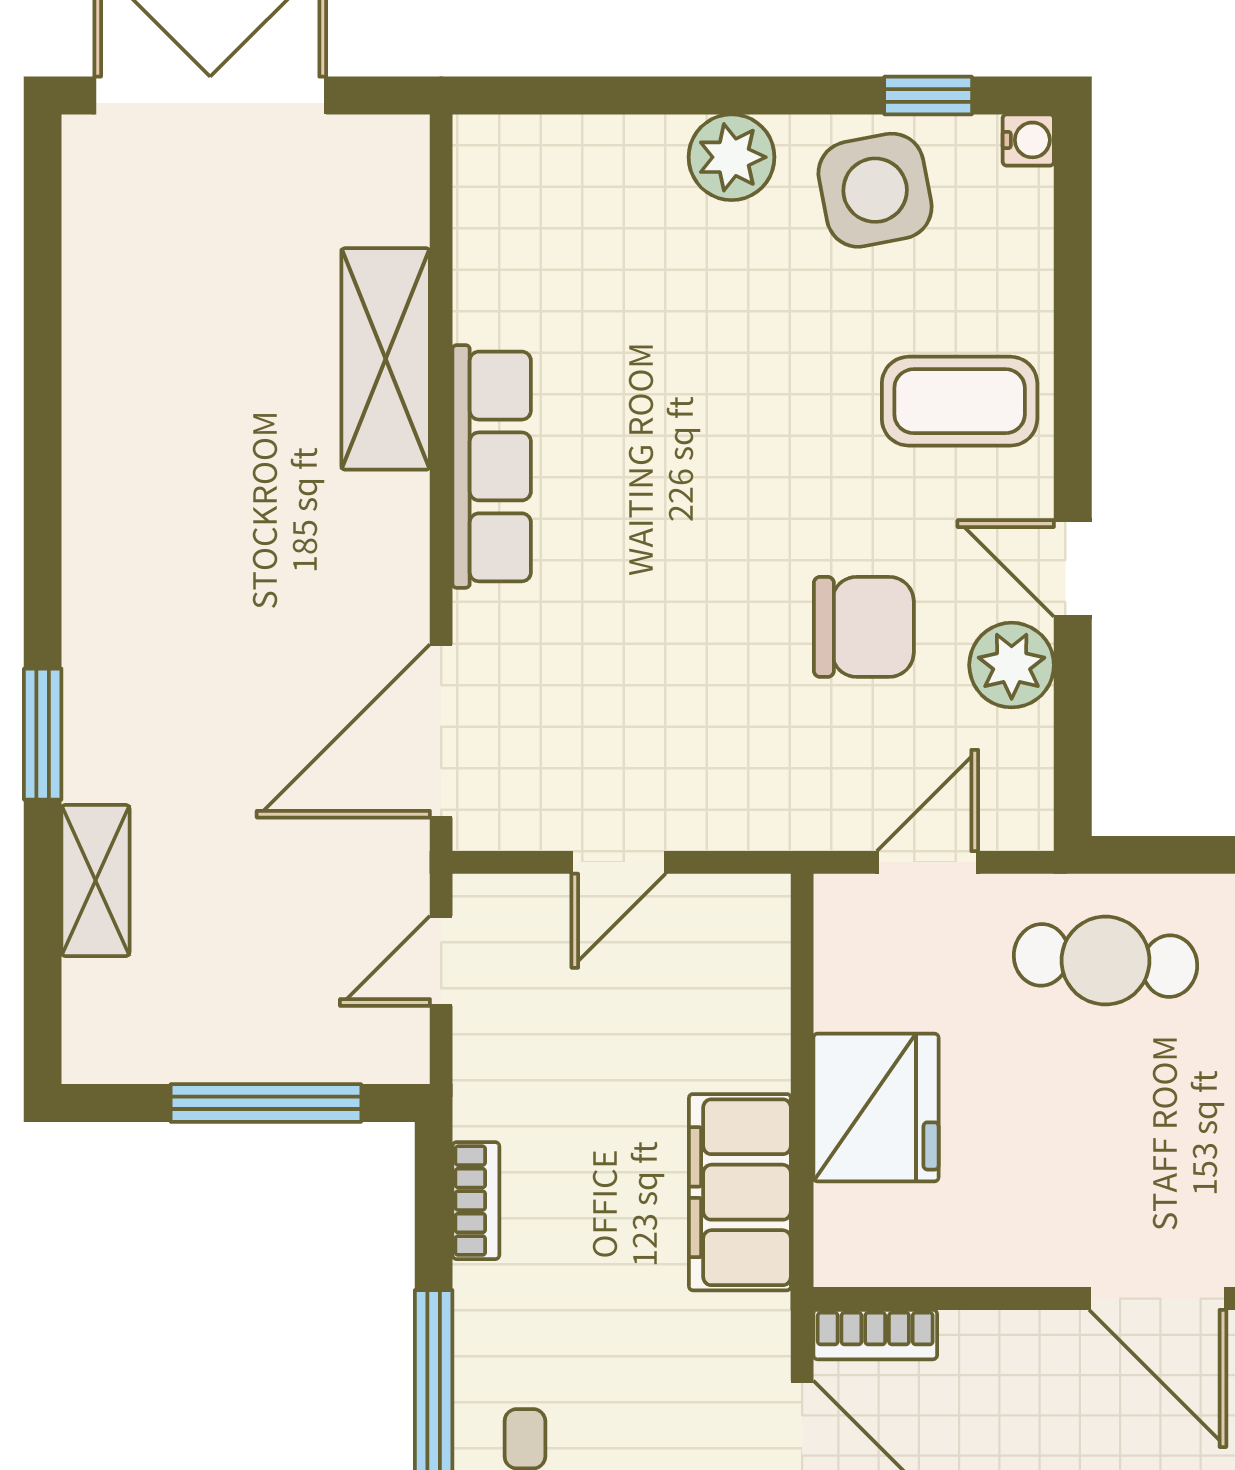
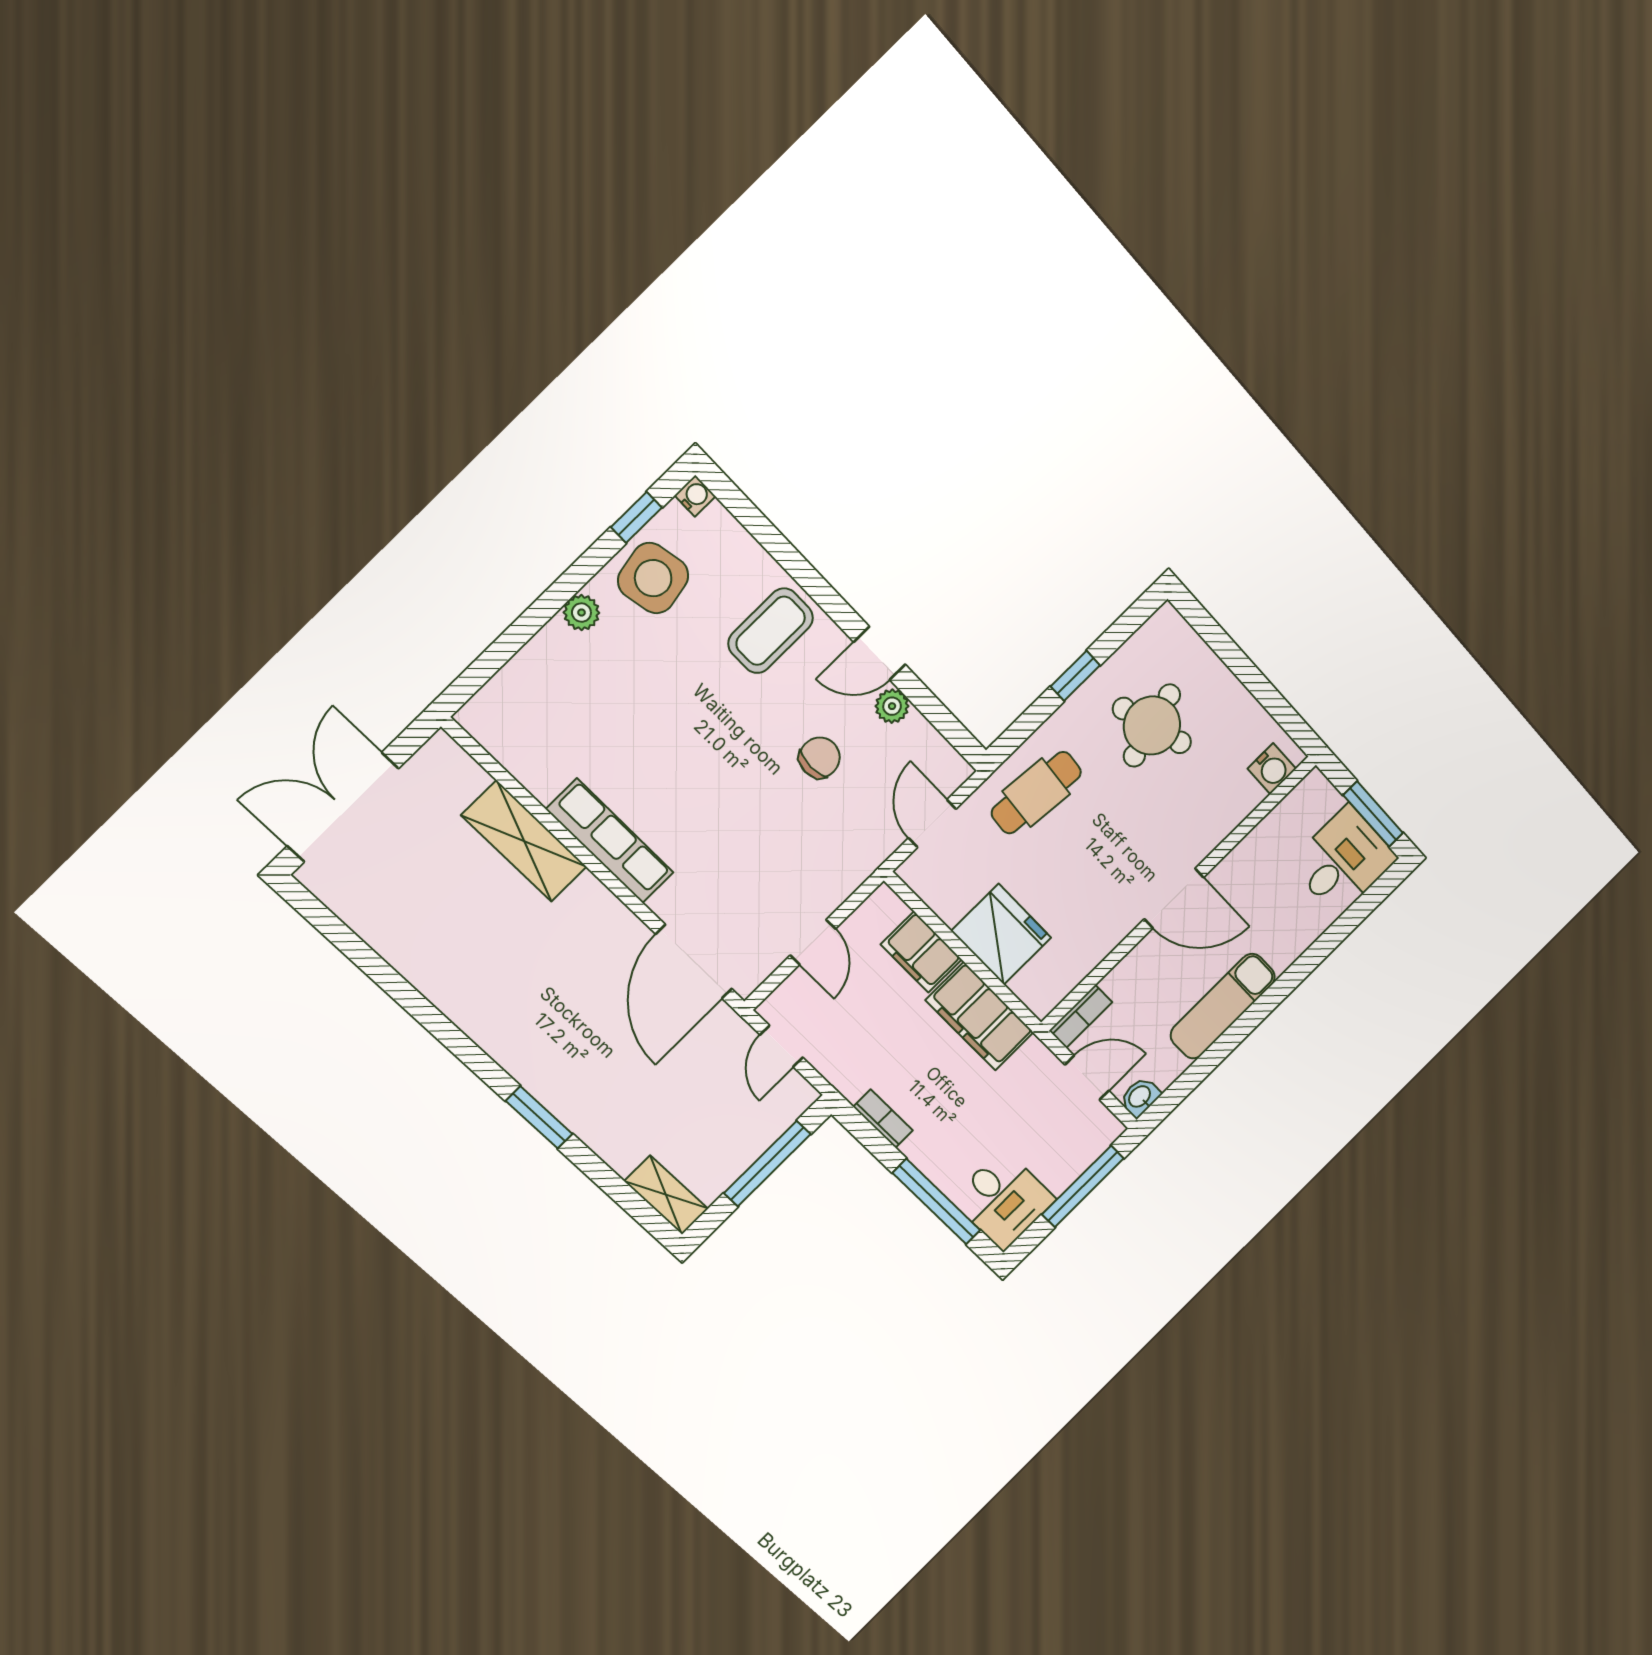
plant: (732, 157) -> (581, 613), width x0.73, depth x0.73
chair: (864, 627) -> (820, 758), width x0.73, depth x0.73
plant: (1012, 665) -> (892, 706), width x0.73, depth x0.73
shelving: (95, 881) -> (666, 1195), moved
filing cabinet: (747, 1022) -> (921, 952), added

